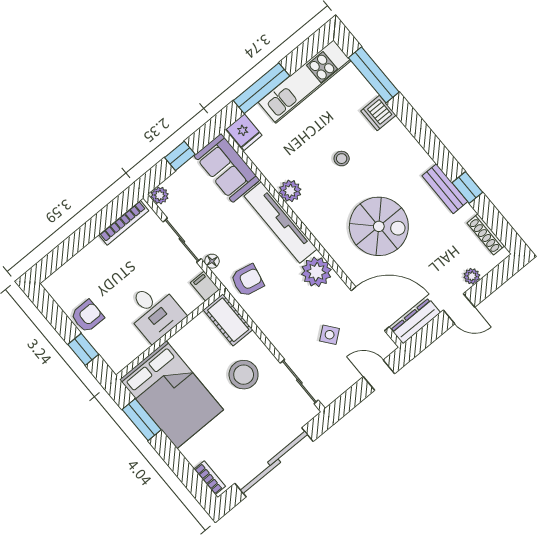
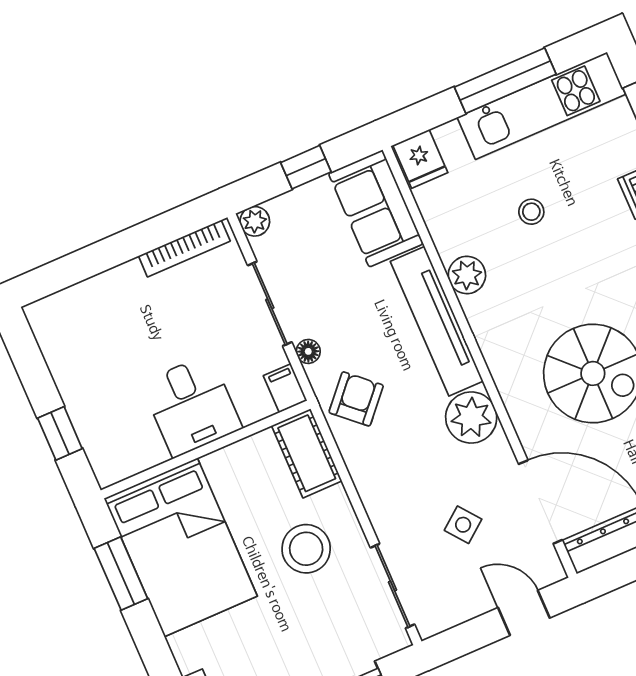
window: (261, 88) -> (505, 81), moved
stool: (342, 159) -> (531, 212), moved
armchair: (247, 280) -> (356, 399), turned -60
armchair: (87, 316) -> (82, 382), removed

